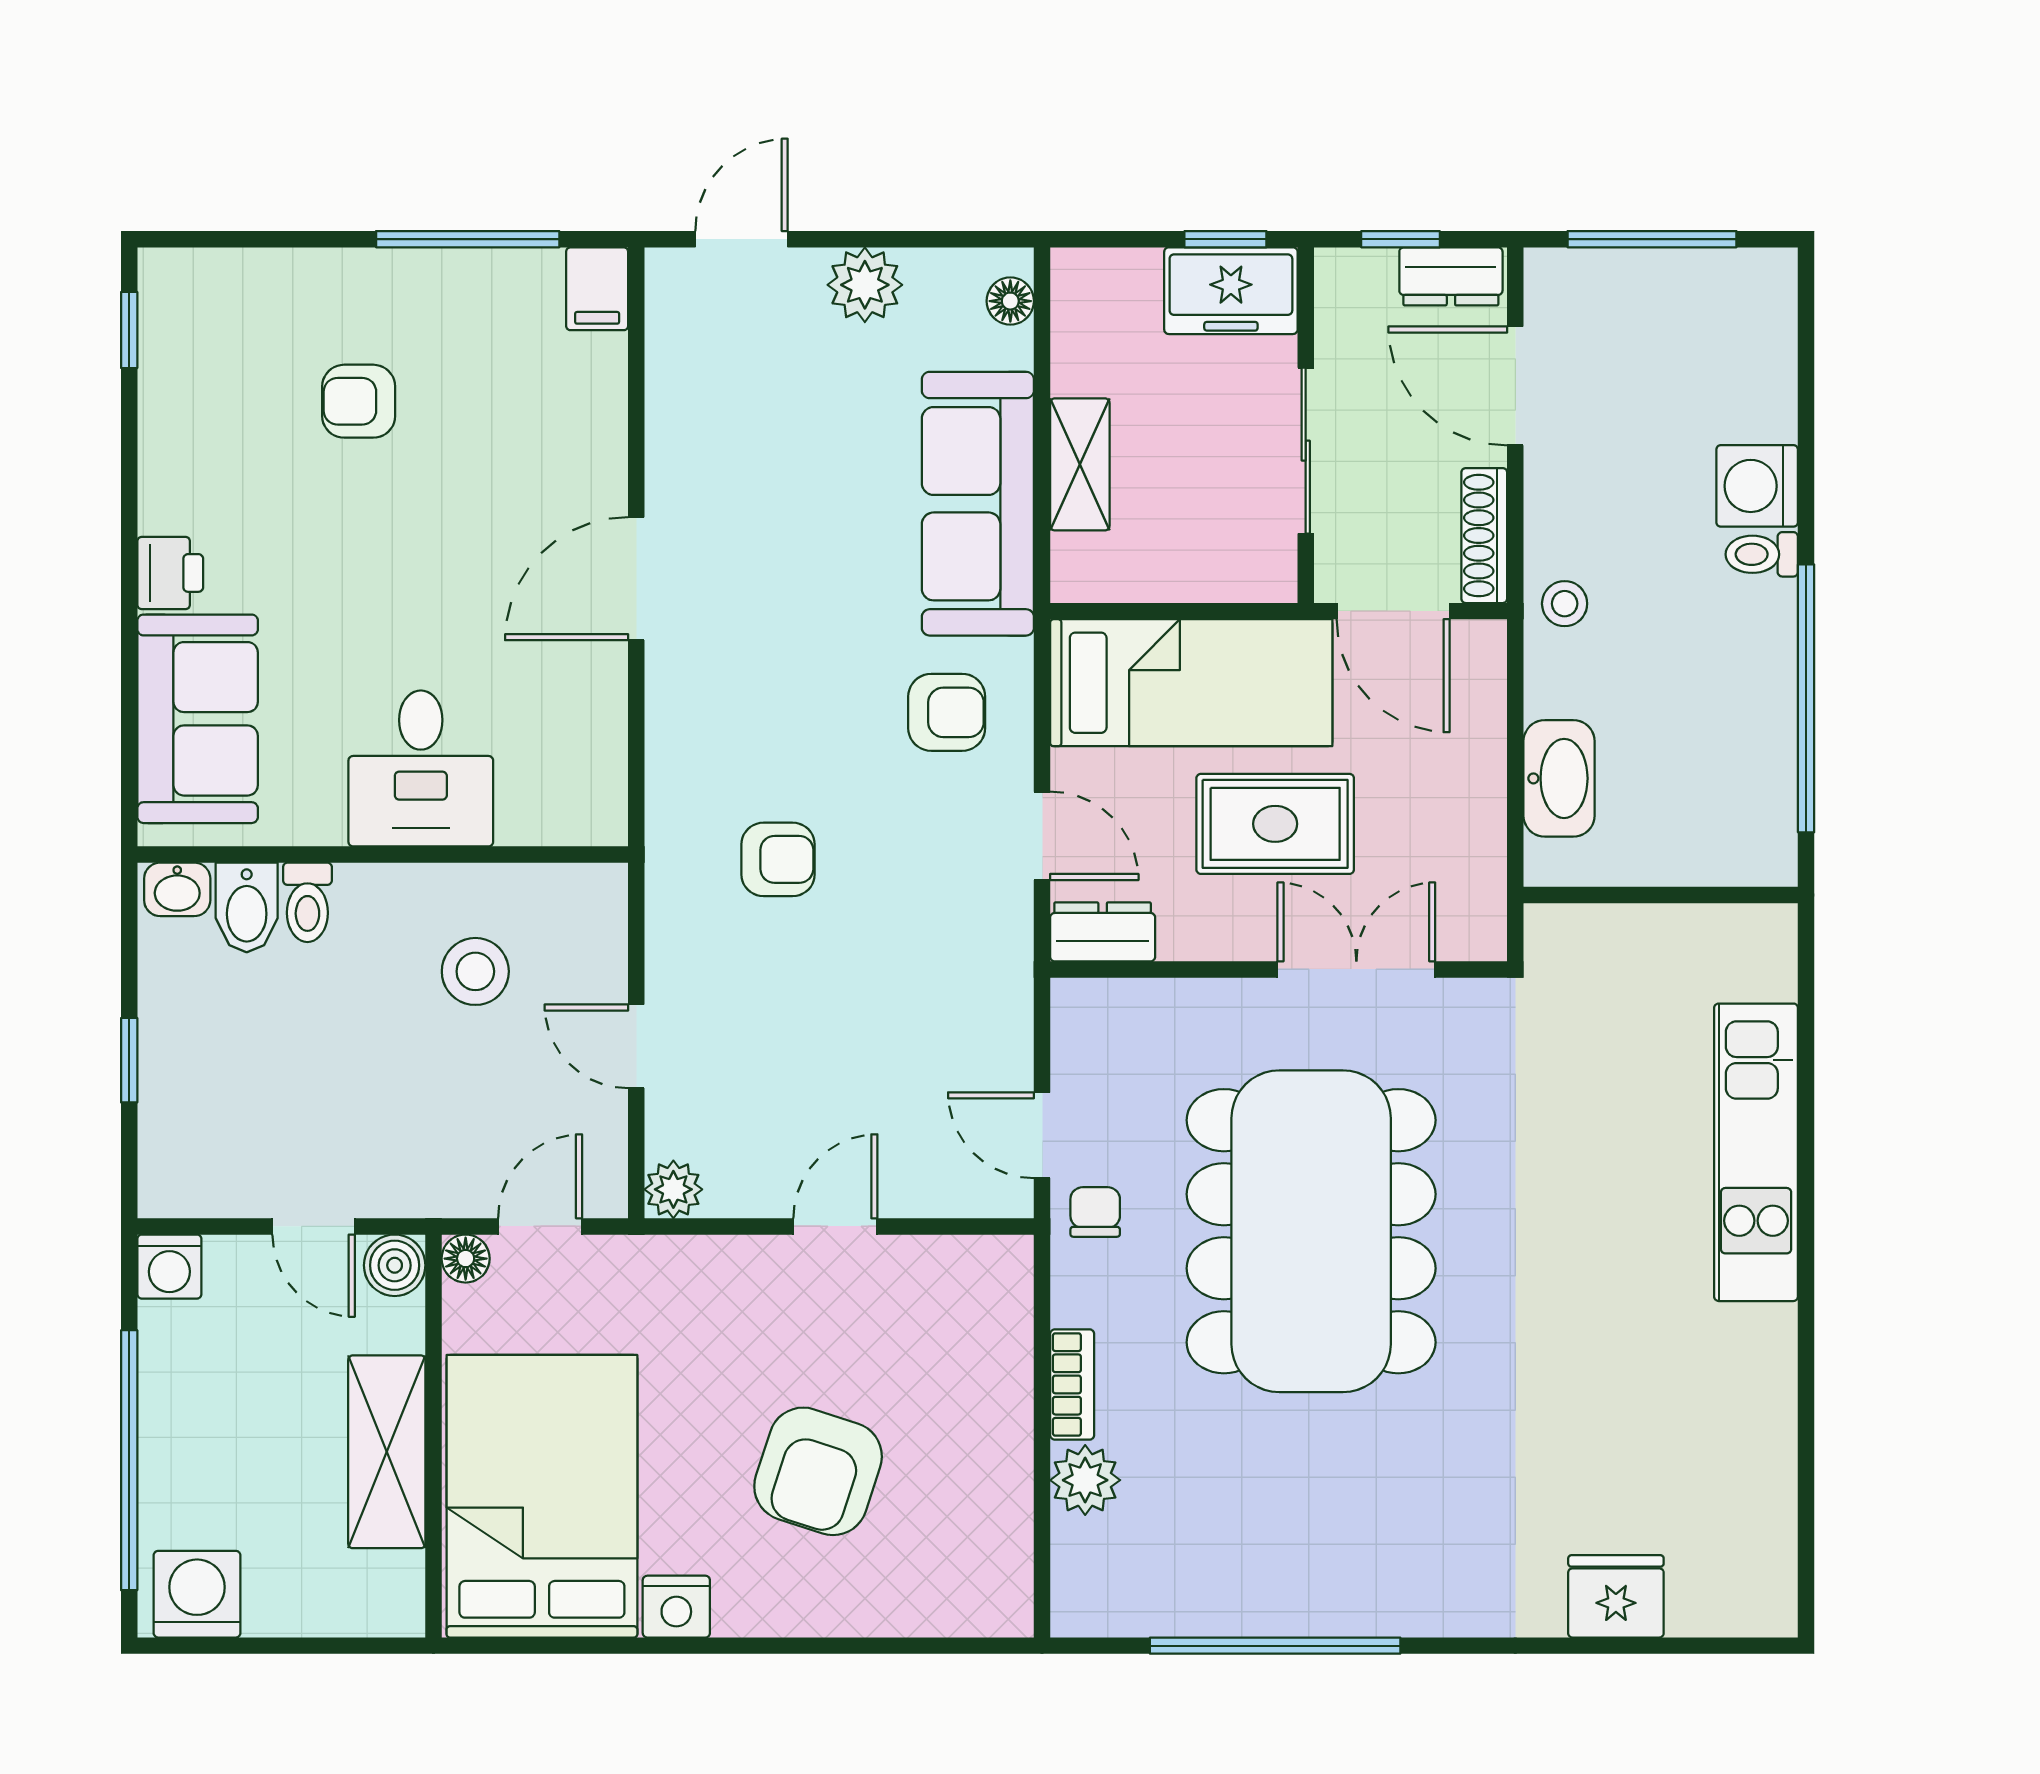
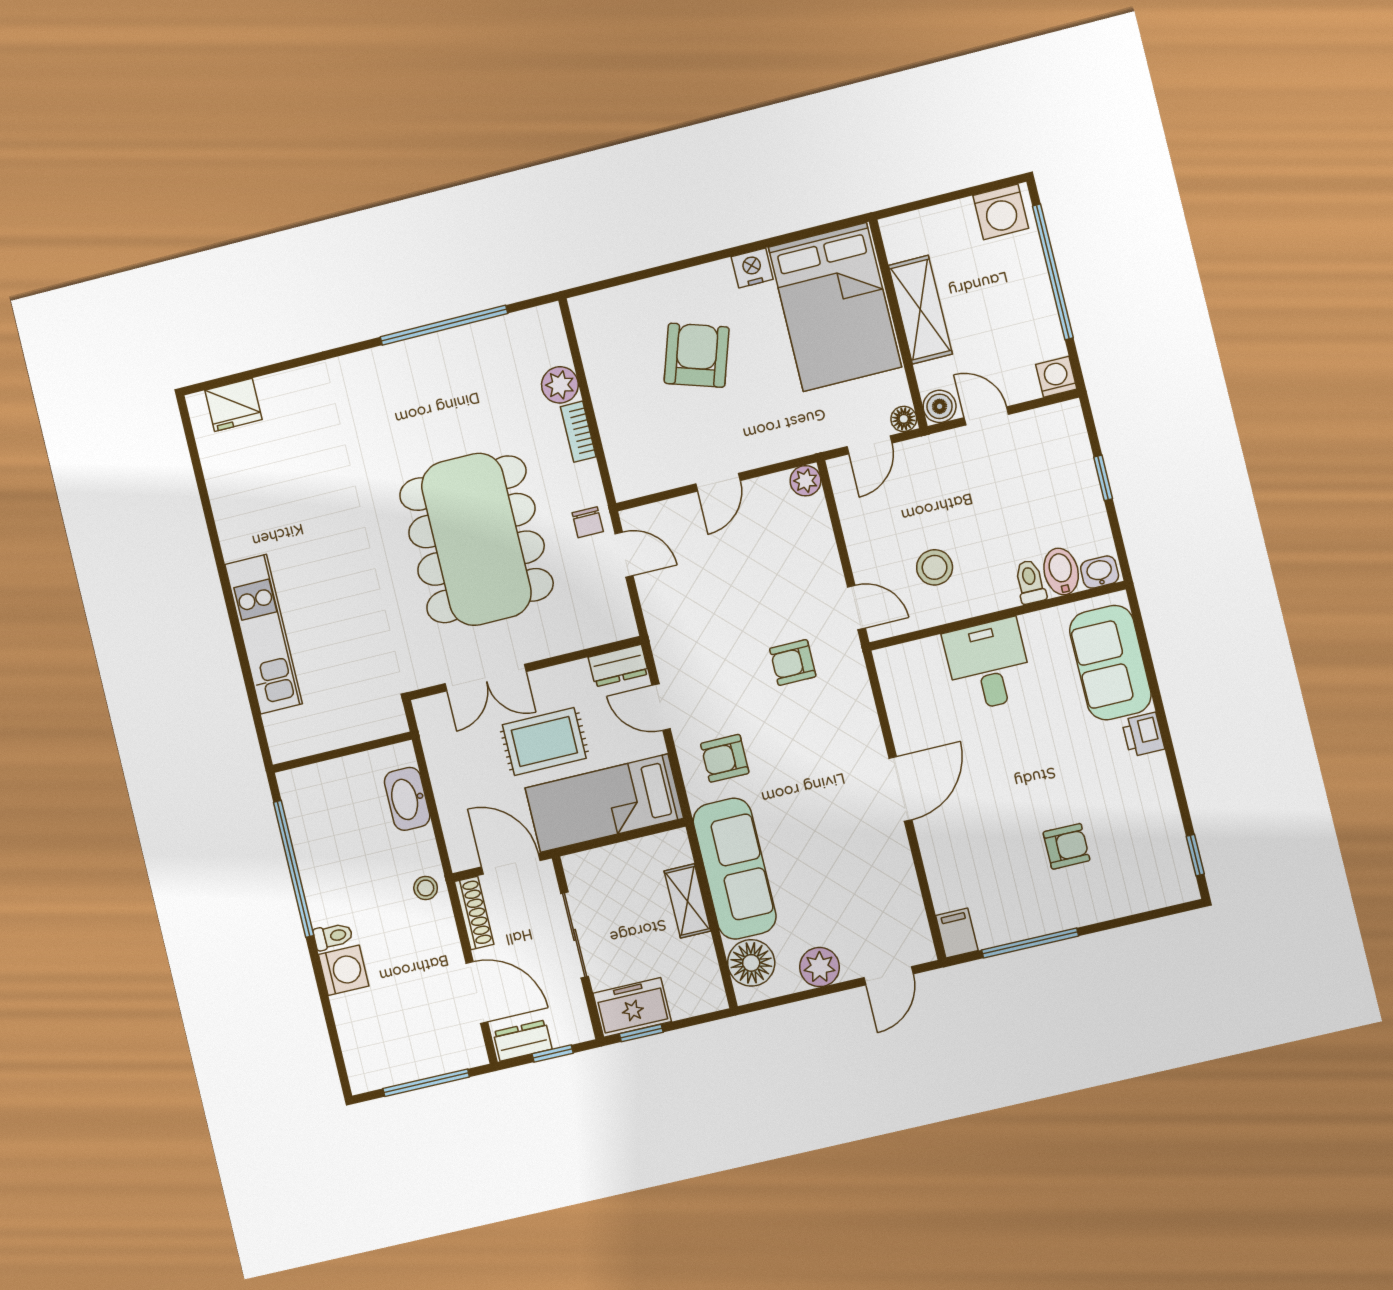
floor lamp: (1010, 301) -> (751, 963), width x1.89, depth x1.89
door: (636, 1046) -> (856, 607), moved
fridge: (1616, 1596) -> (233, 405), moved

